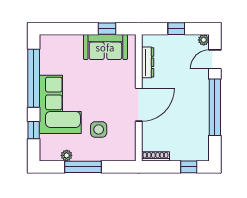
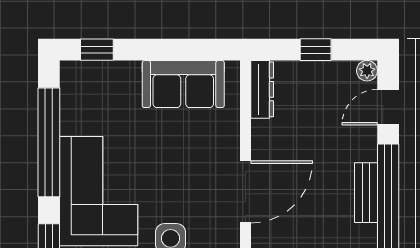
window: (107, 29) -> (97, 50), moved
dresser: (148, 62) -> (262, 89), moved
bench: (203, 105) -> (366, 193), added

